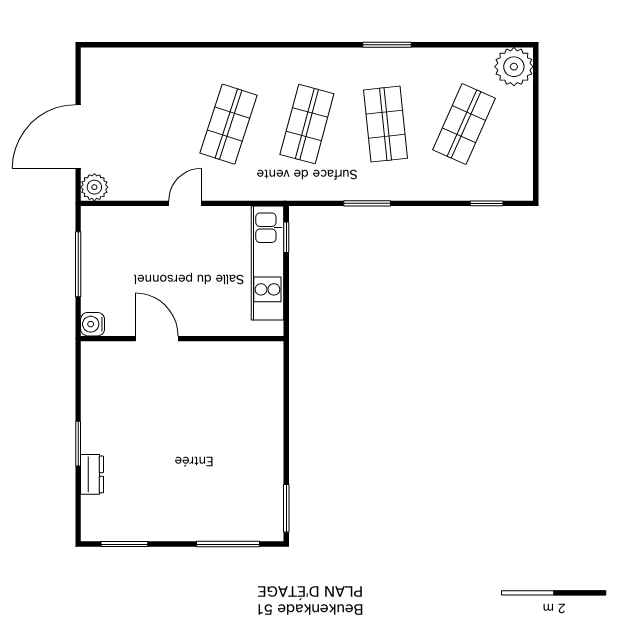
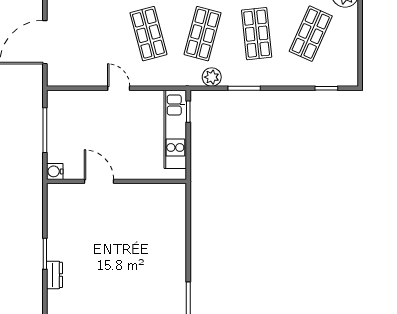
shop shelf: (228, 124) -> (148, 34), turned -33
plant: (94, 187) -> (212, 77), moved
door: (185, 203) -> (119, 88), hinge flipped

